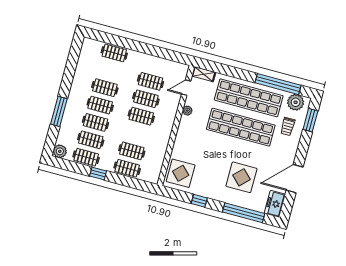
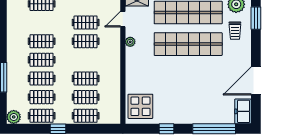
clothes rail: (141, 116) -> (86, 78), moved
display table: (241, 177) -> (202, 94), removed

